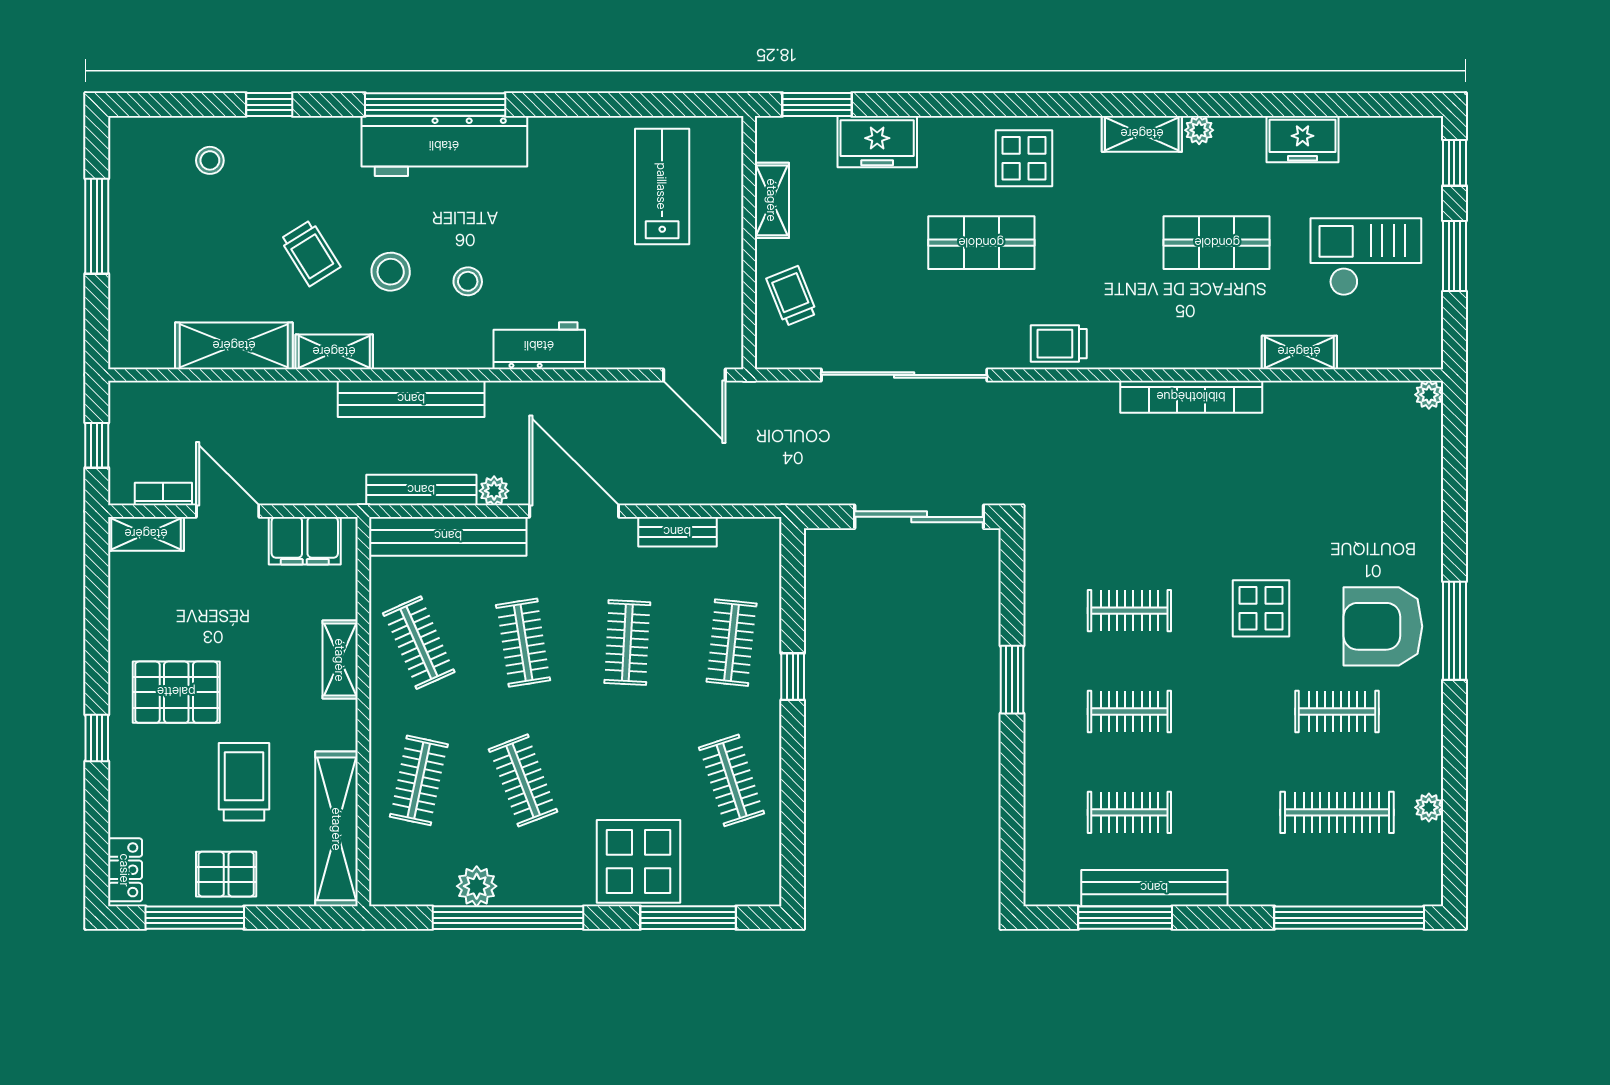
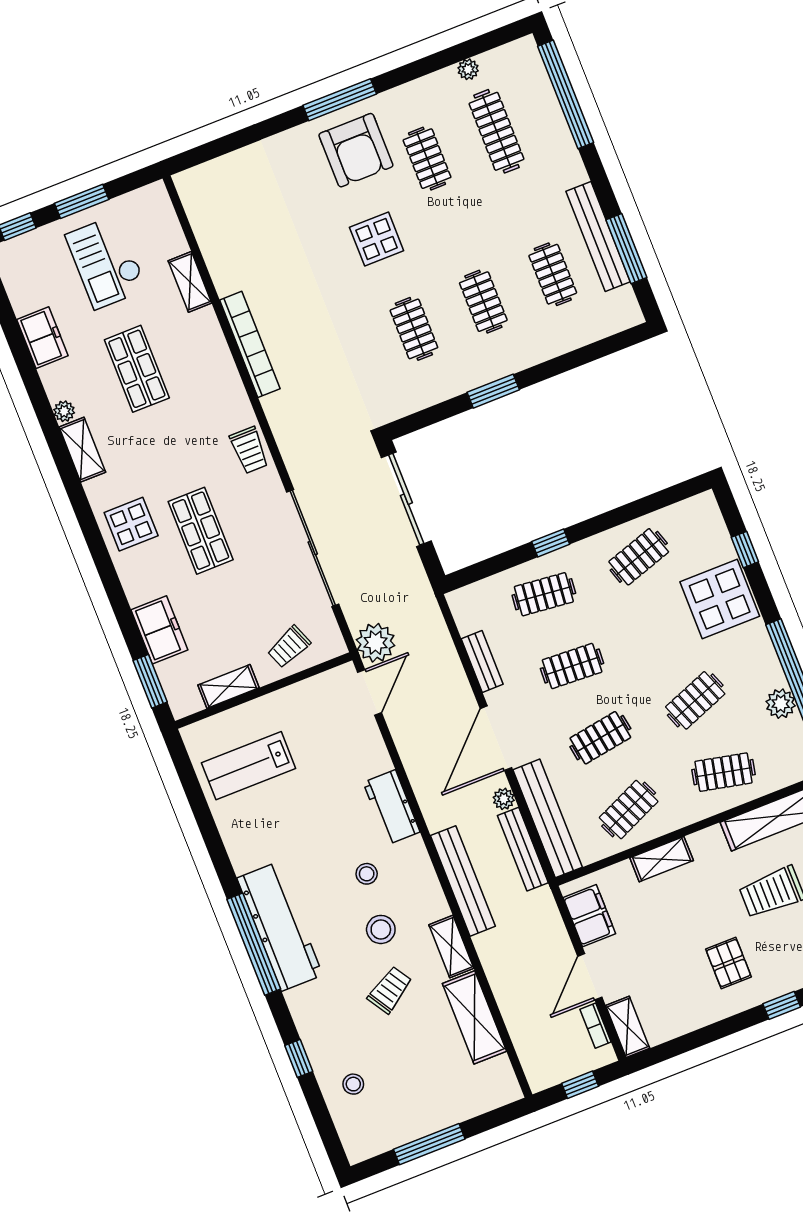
plant: (1429, 395) -> (376, 643), moved, width x1.87, depth x1.87
pallet: (176, 692) -> (729, 963), width x0.67, depth x0.71
window: (688, 918) -> (745, 550), width x0.46

